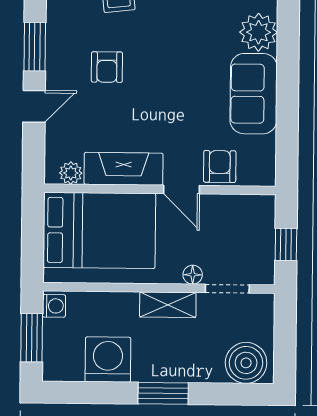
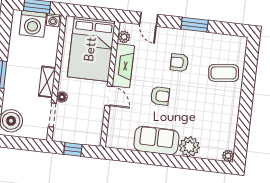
door: (34, 106) -> (149, 19), moved
armchair: (220, 166) -> (160, 96), moved
door: (182, 190) -> (109, 96), swing flipped
washing machine: (108, 360) -> (33, 24), moved, turned 90

